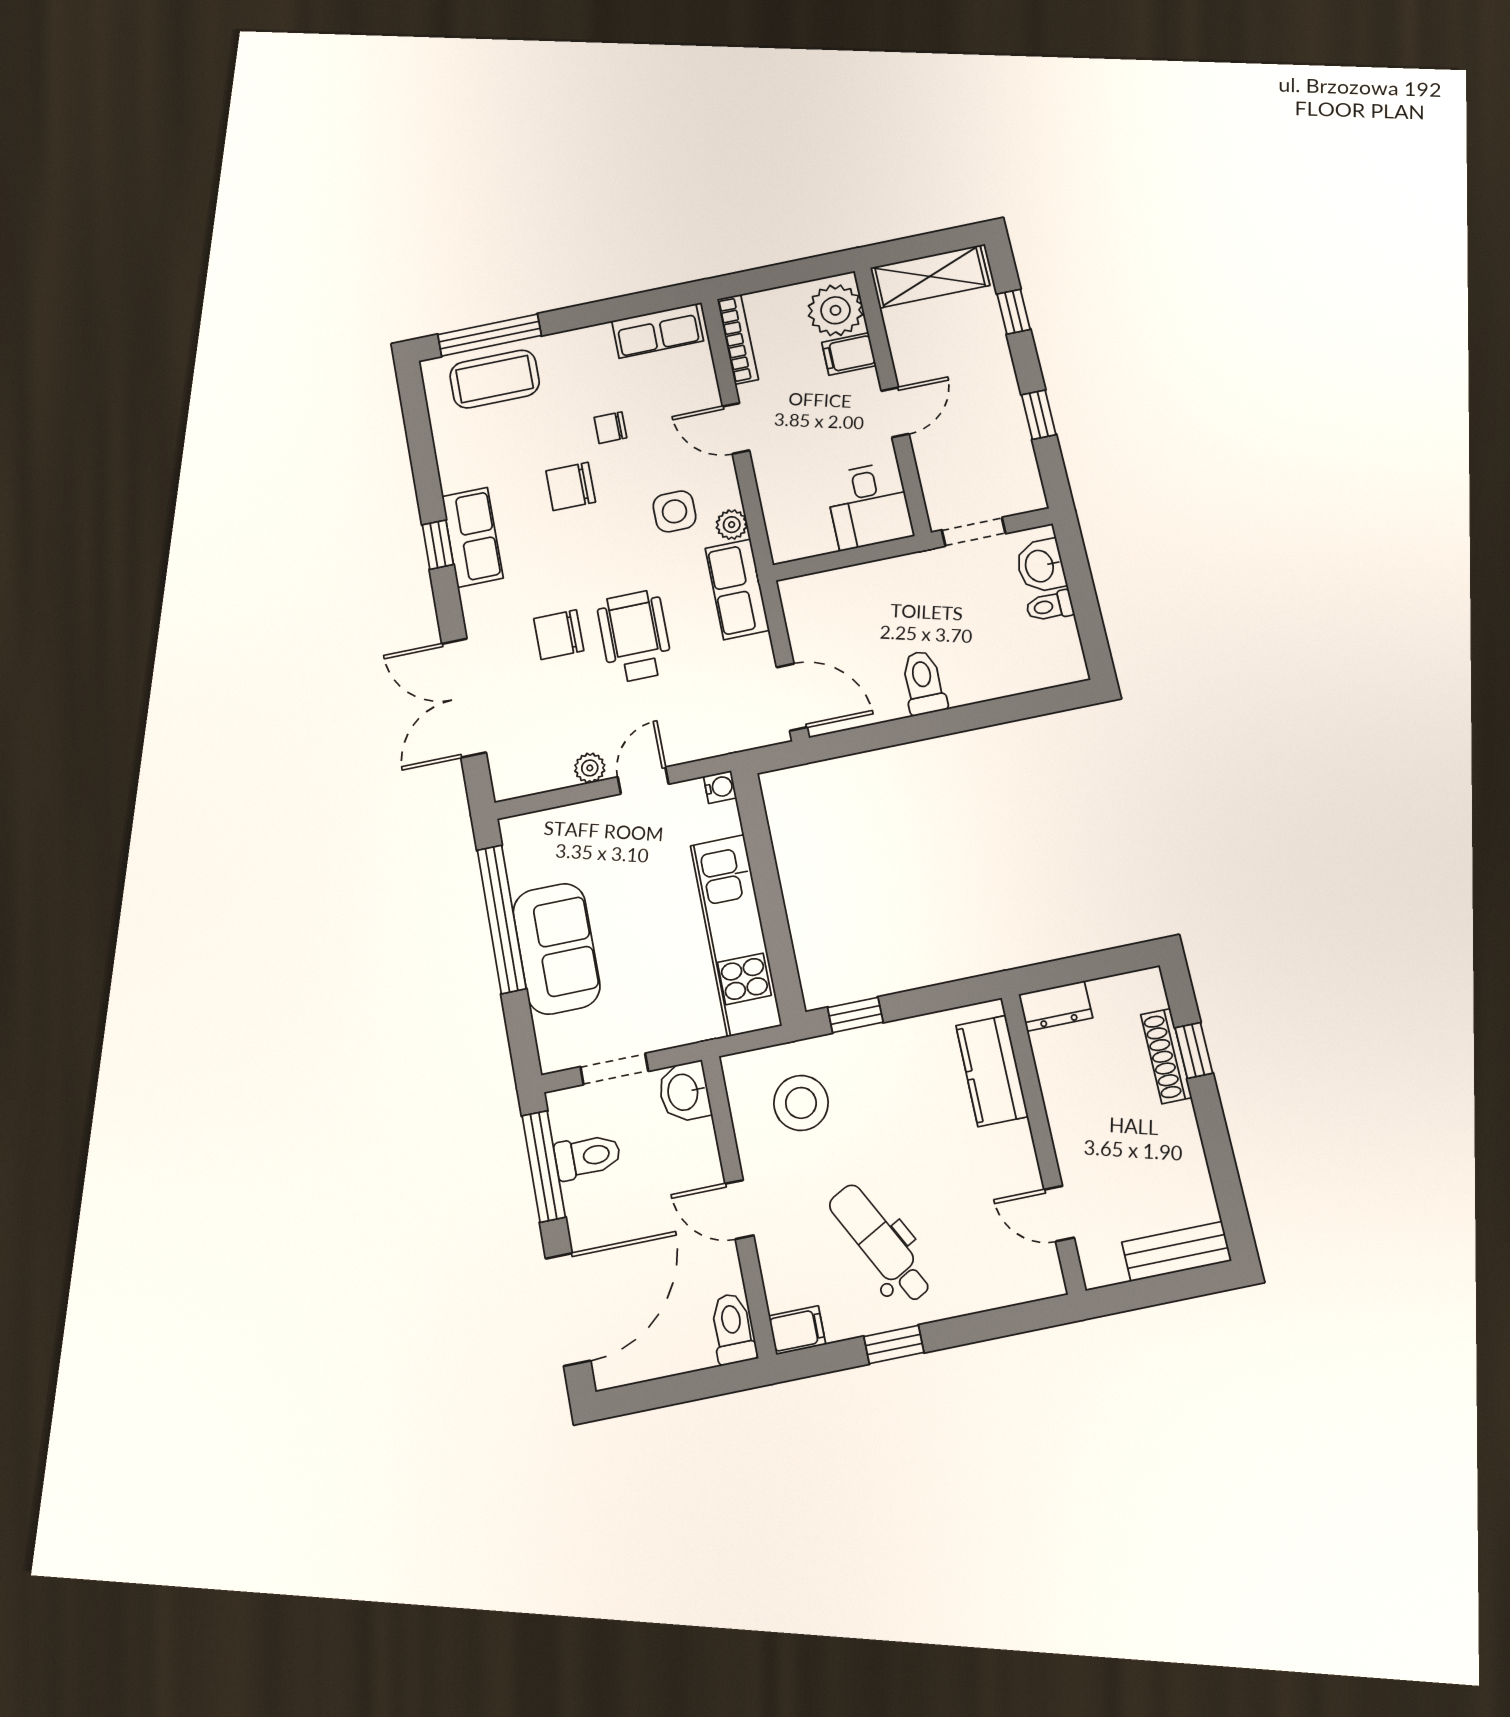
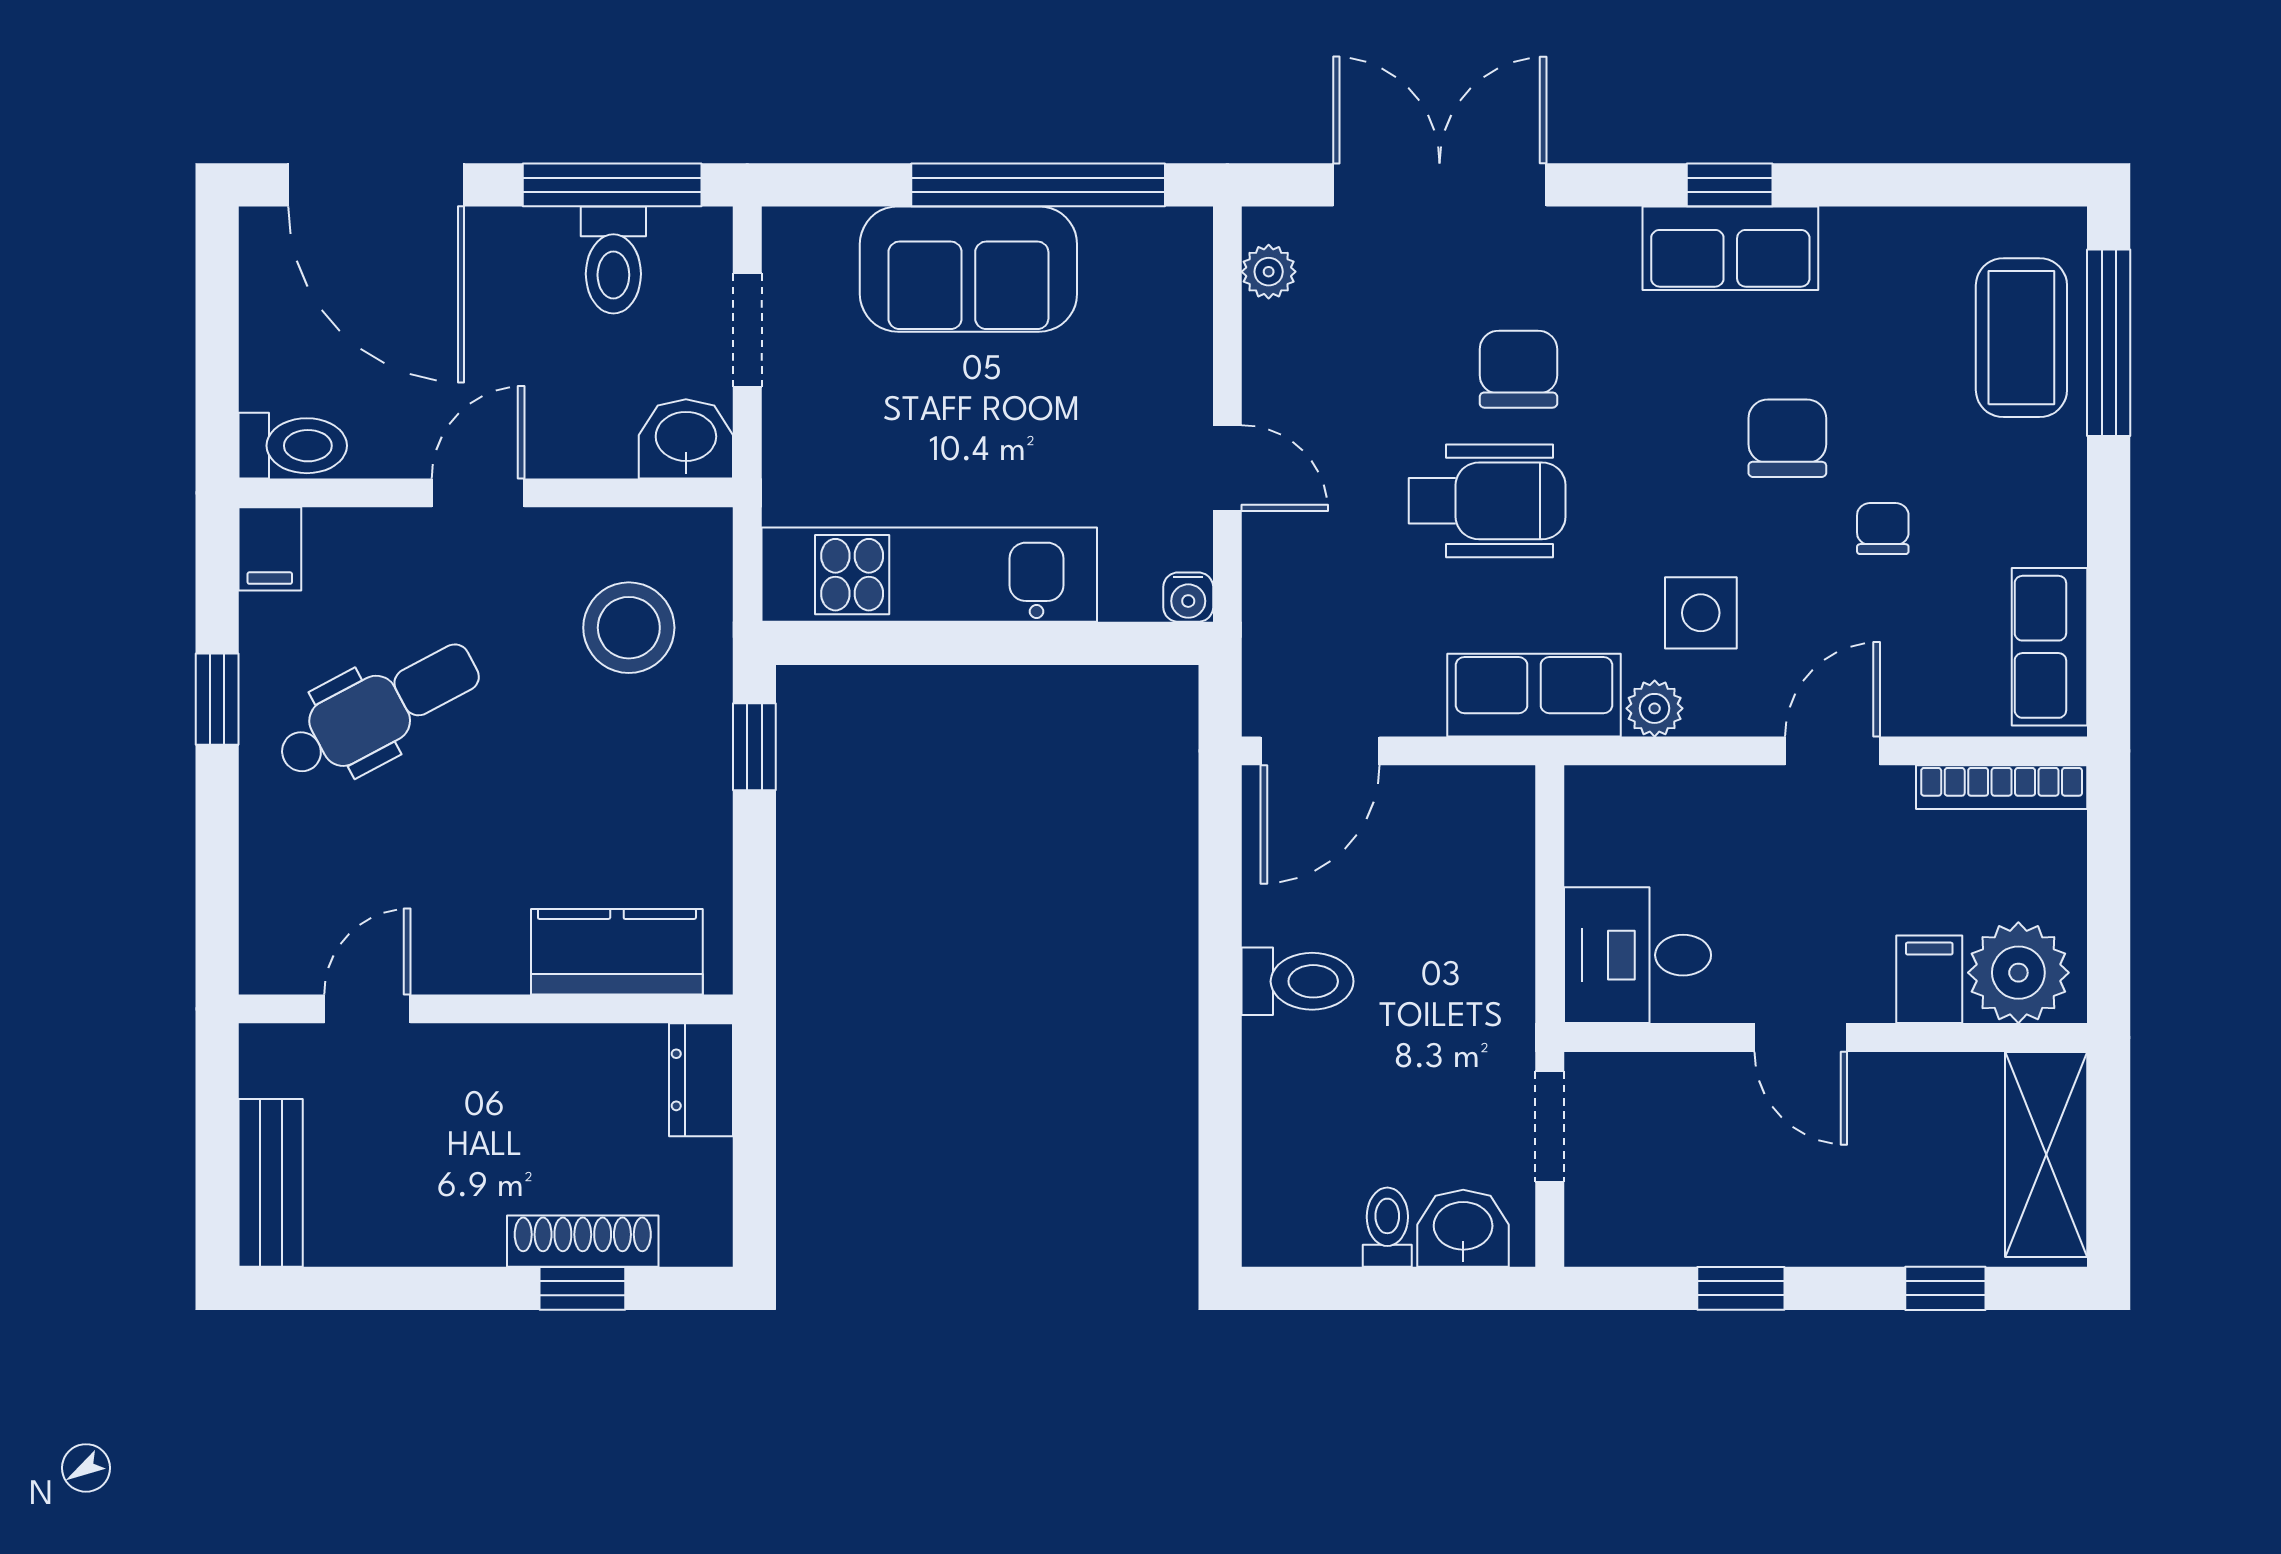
plant: (590, 768) -> (1269, 272), moved

